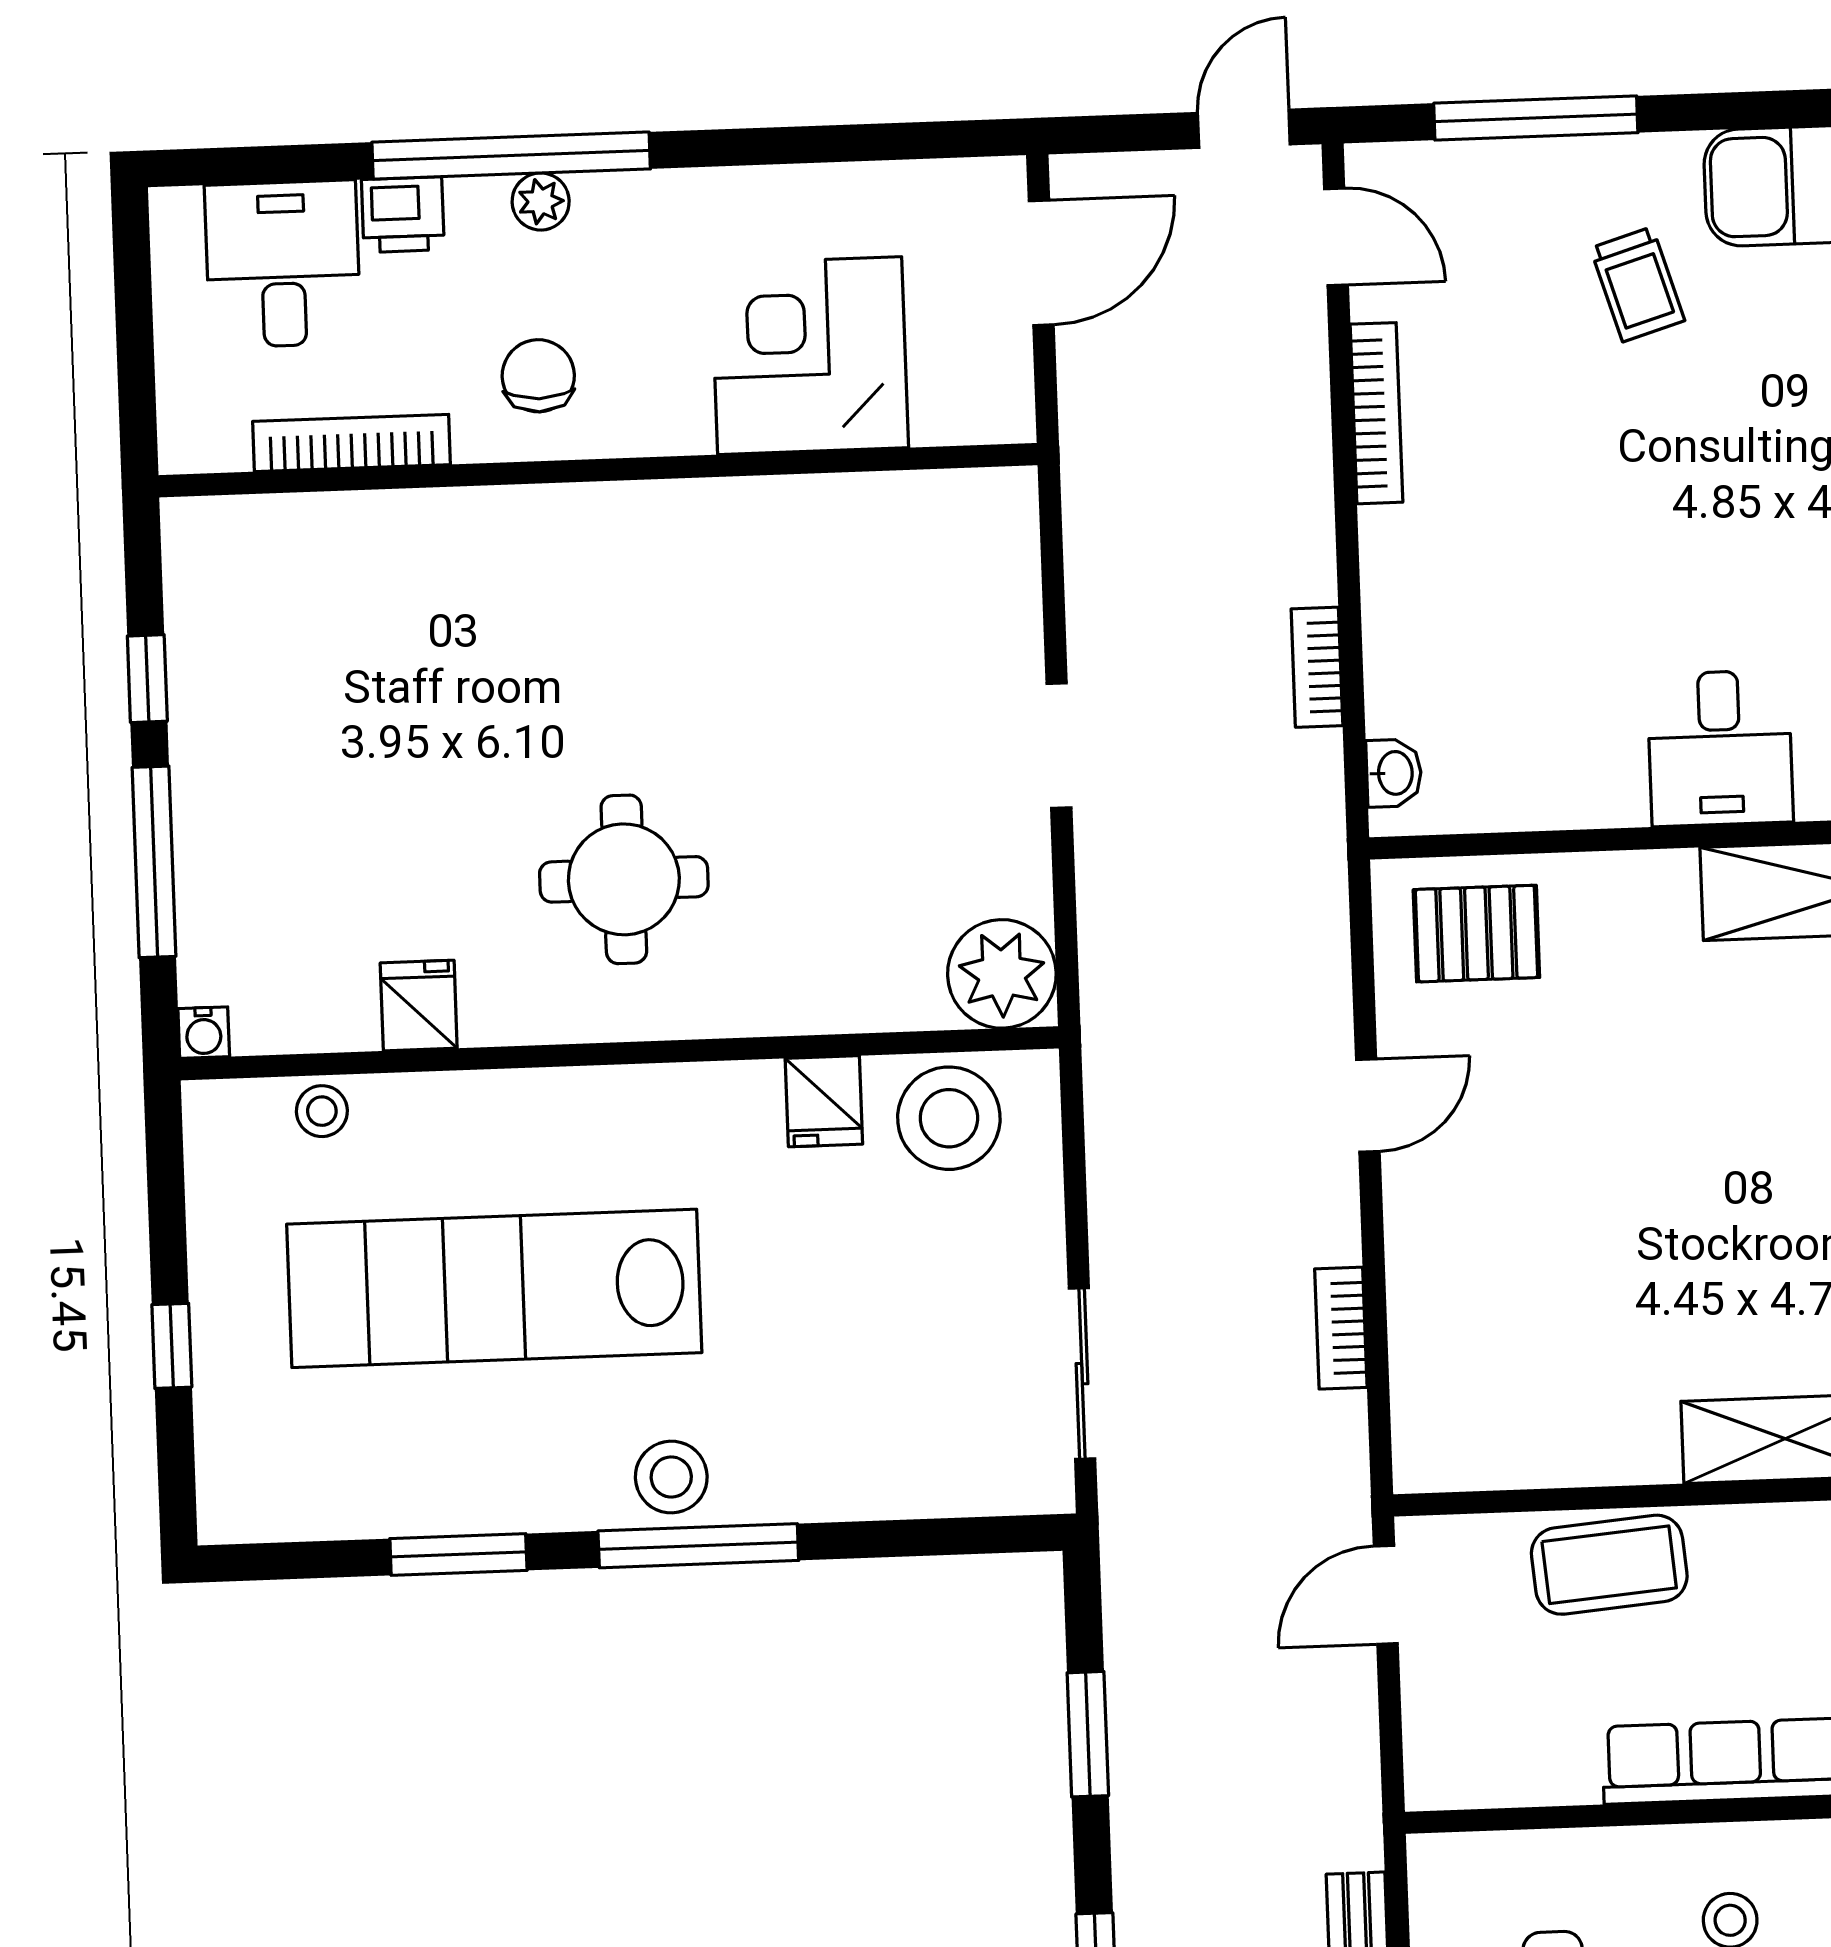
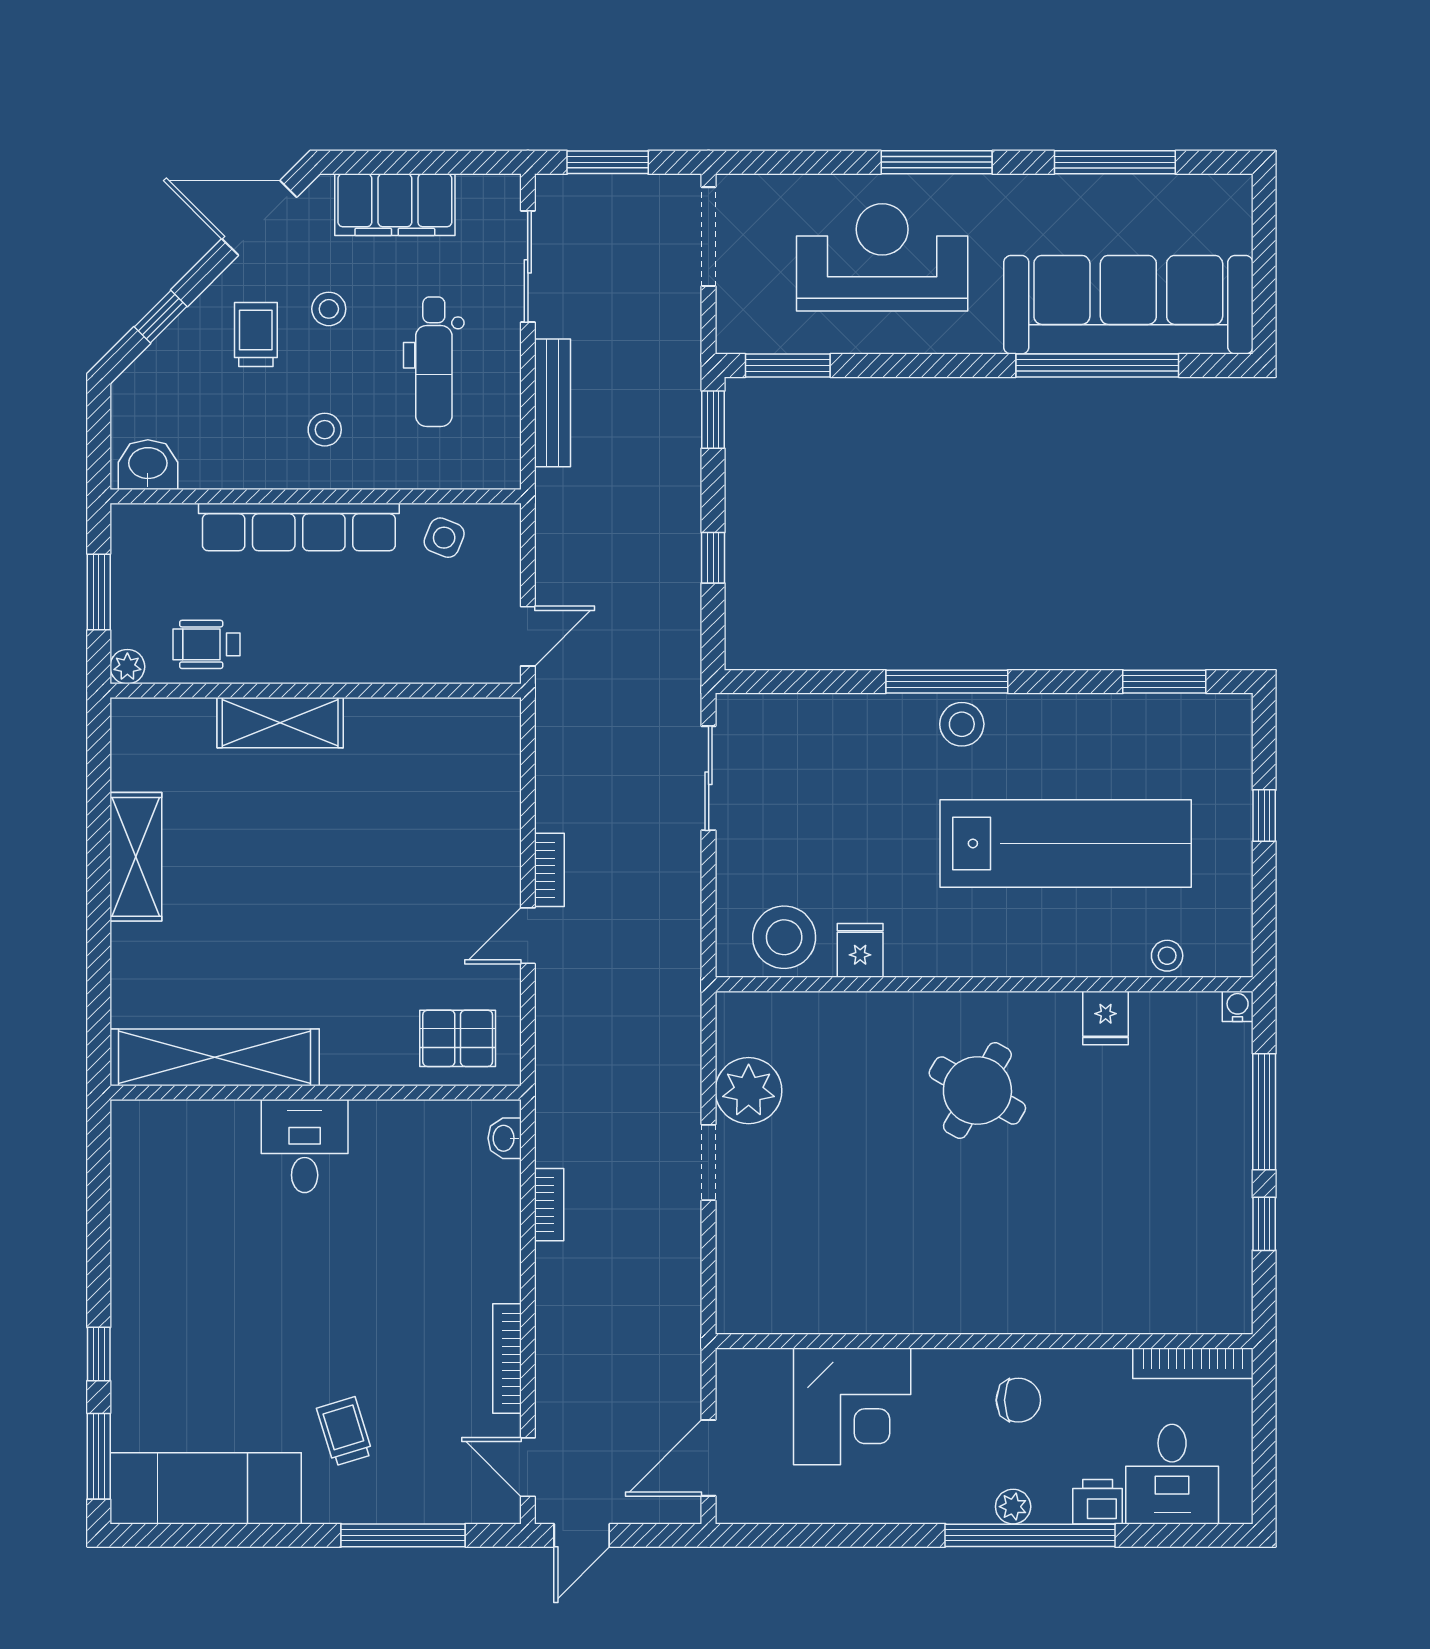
chair: (538, 376) -> (1018, 1400), turned -90
bookcase: (351, 443) -> (1193, 1363), moved
round table: (624, 879) -> (977, 1091), turned 30
plant: (1002, 974) -> (749, 1091), moved
bookcase: (1341, 1328) -> (549, 870), moved
window: (458, 1554) -> (1164, 682), moved
coffee table: (1609, 1565) -> (391, 650), removed
window: (1088, 1734) -> (713, 558), width x0.67
side table: (1529, 1751) -> (444, 538), added

